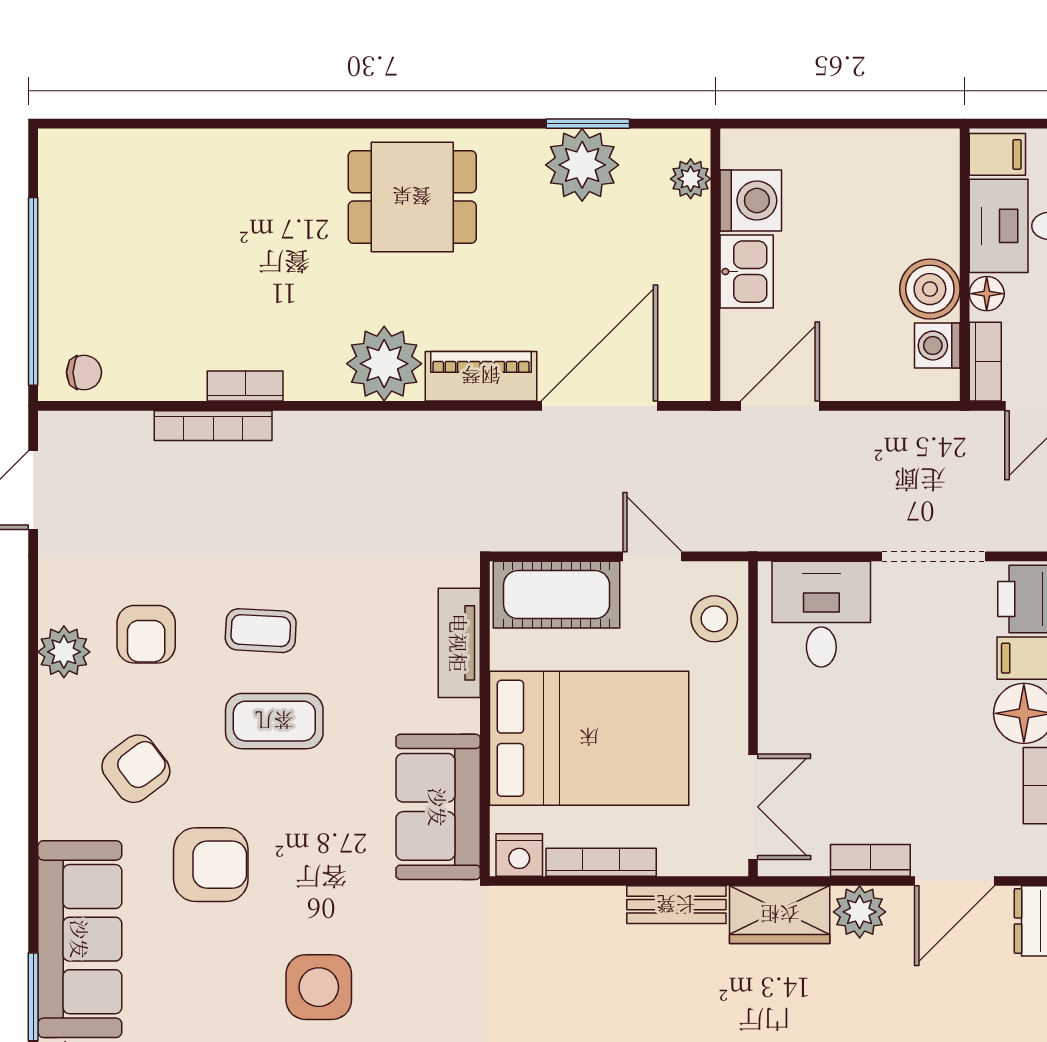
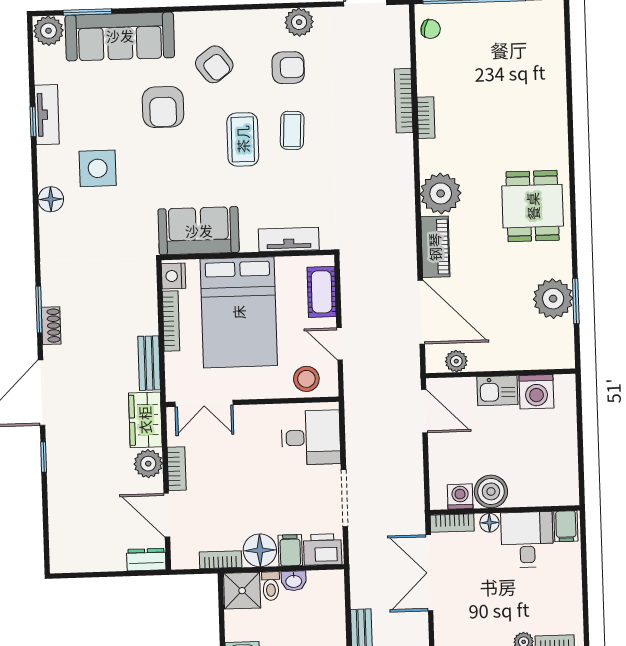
plant: (691, 179) -> (456, 361), moved
chair: (84, 373) -> (431, 29), turned -77
door: (652, 556) -> (340, 344), swing flipped
cot: (557, 595) -> (322, 292), width x0.73, depth x0.75
armchair: (146, 634) -> (288, 68), turned 180
plant: (64, 652) -> (299, 22), moved

